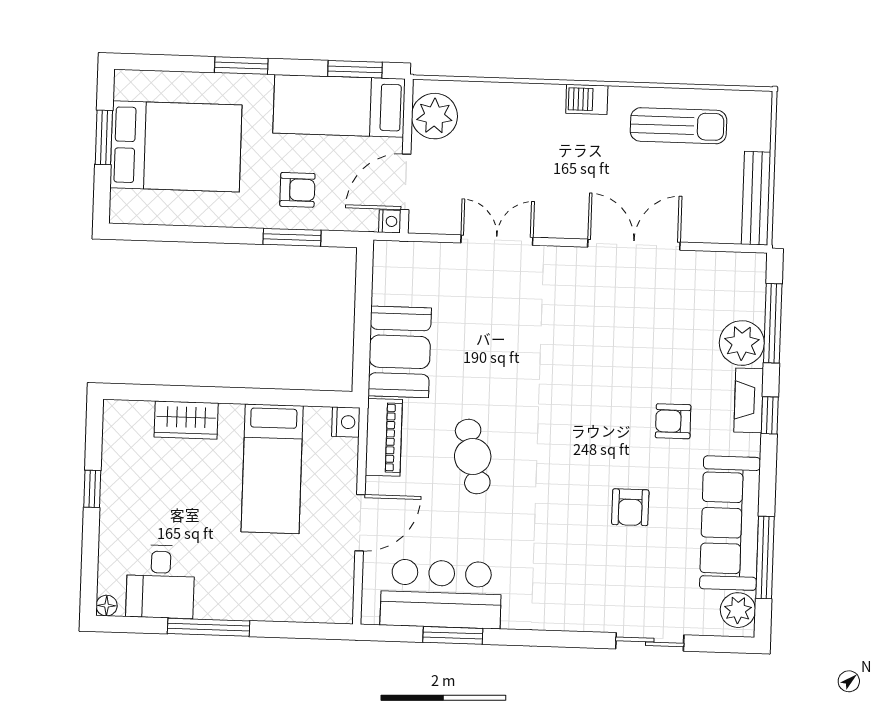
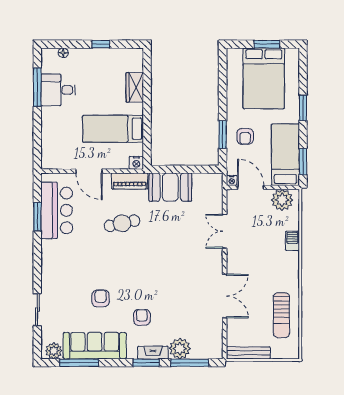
barbecue: (587, 99) -> (292, 241), moved
double door: (497, 240) -> (225, 231), swing flipped
window: (770, 415) -> (146, 363), width x1.50
armchair: (630, 507) -> (101, 298), turned 90
desk: (160, 582) -> (58, 90), moved
floor lamp: (107, 606) -> (63, 53), moved
window: (209, 627) -> (37, 87), moved

